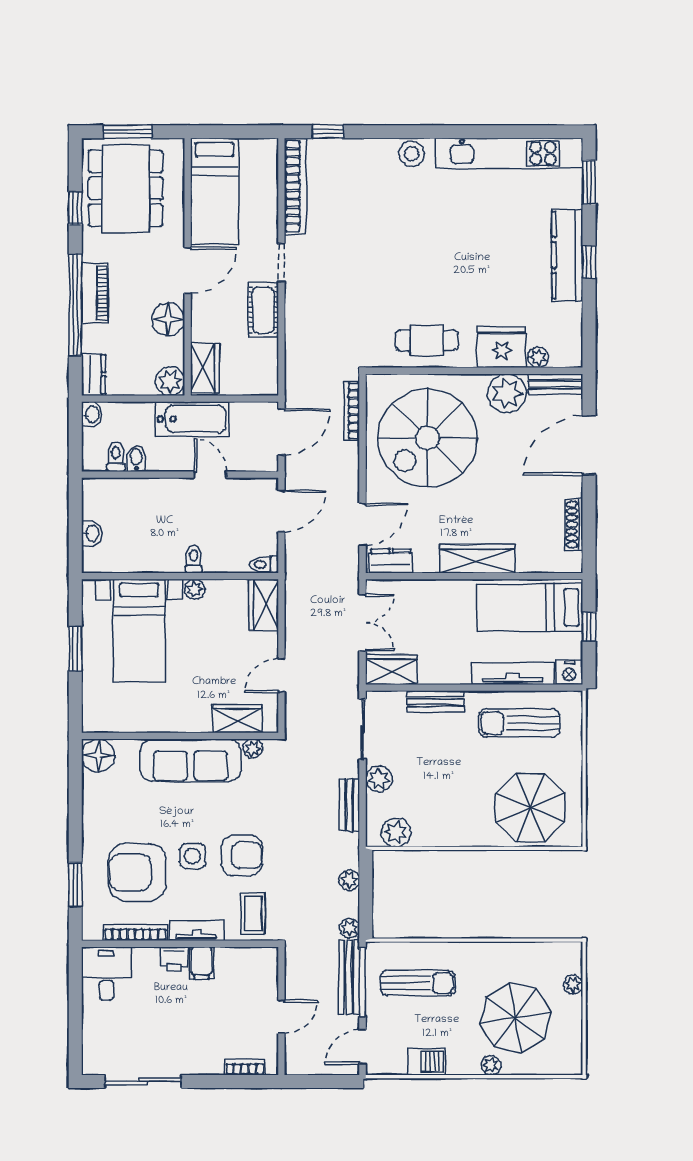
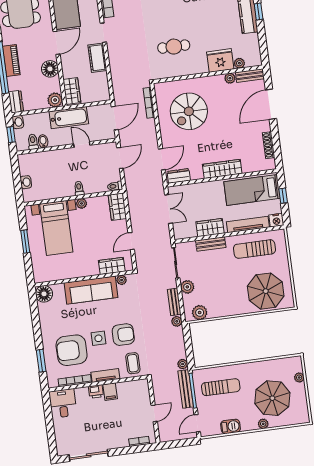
cafe table: (427, 340) -> (174, 47), moved
plant: (507, 393) -> (230, 78), width x0.53, depth x0.53
window: (75, 437) -> (11, 135), added
spiral stairs: (427, 438) -> (189, 111), width x0.73, depth x0.73
wardrobe: (391, 670) -> (210, 228), moved
plant: (349, 880) -> (177, 321), moved

